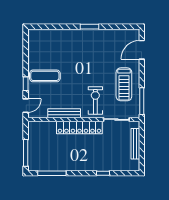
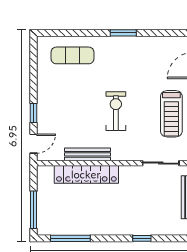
exercise mat: (45, 76) -> (72, 55), moved
exercise bike: (95, 100) -> (116, 111), moved
locker: (79, 128) -> (86, 174), moved

